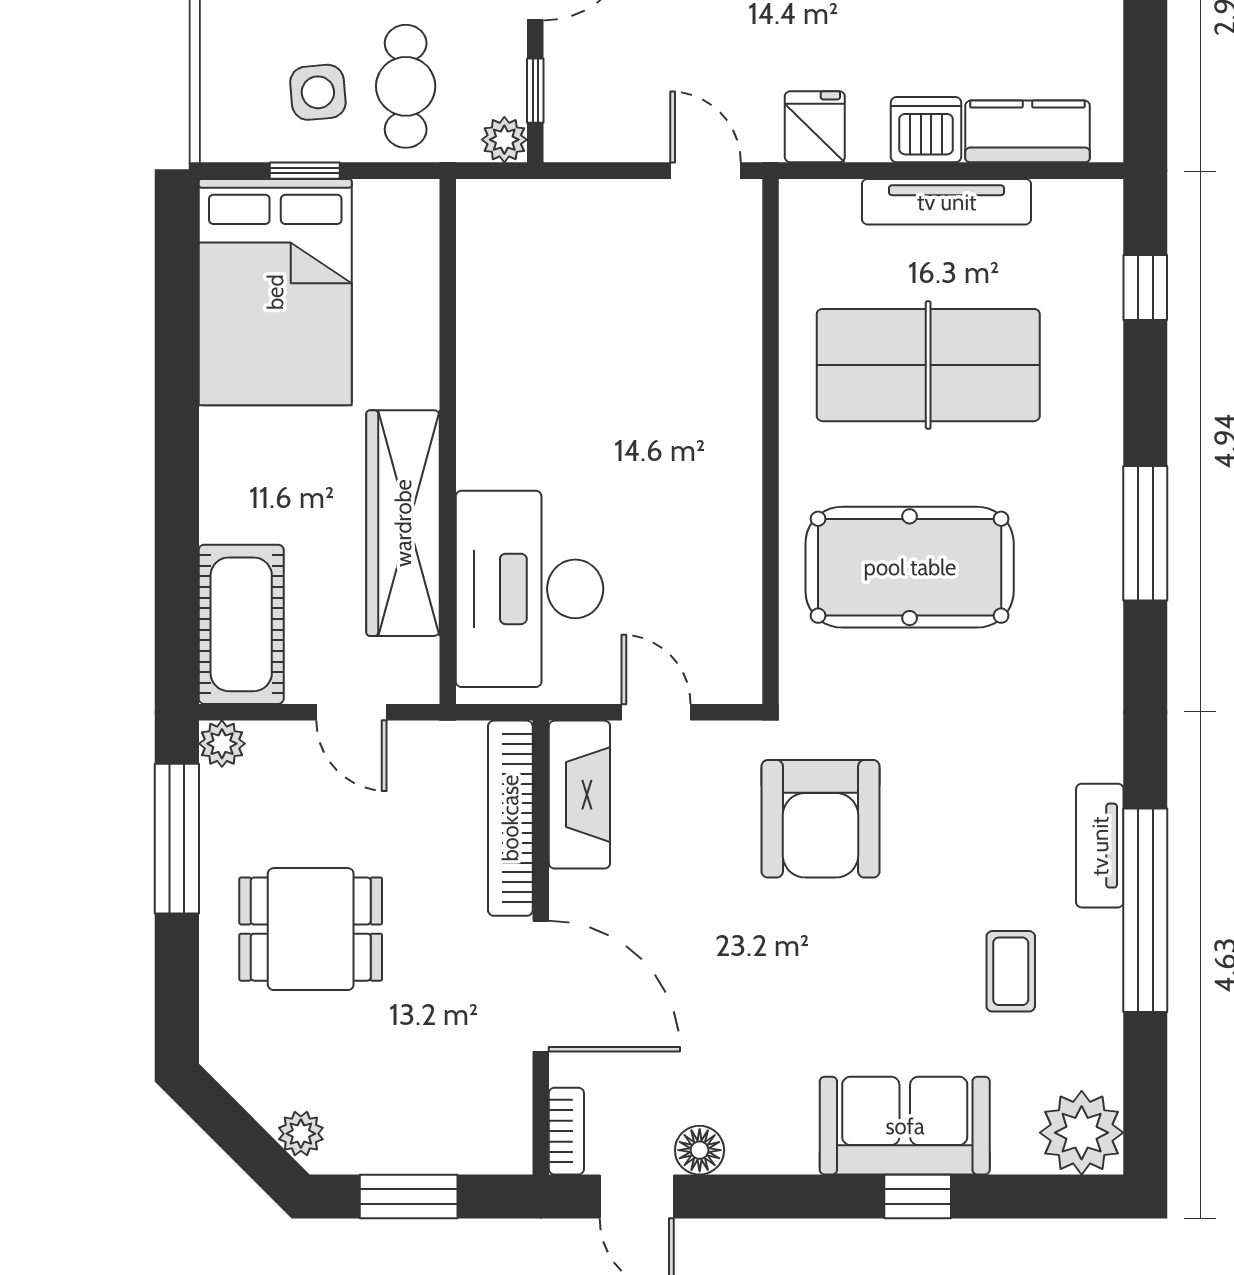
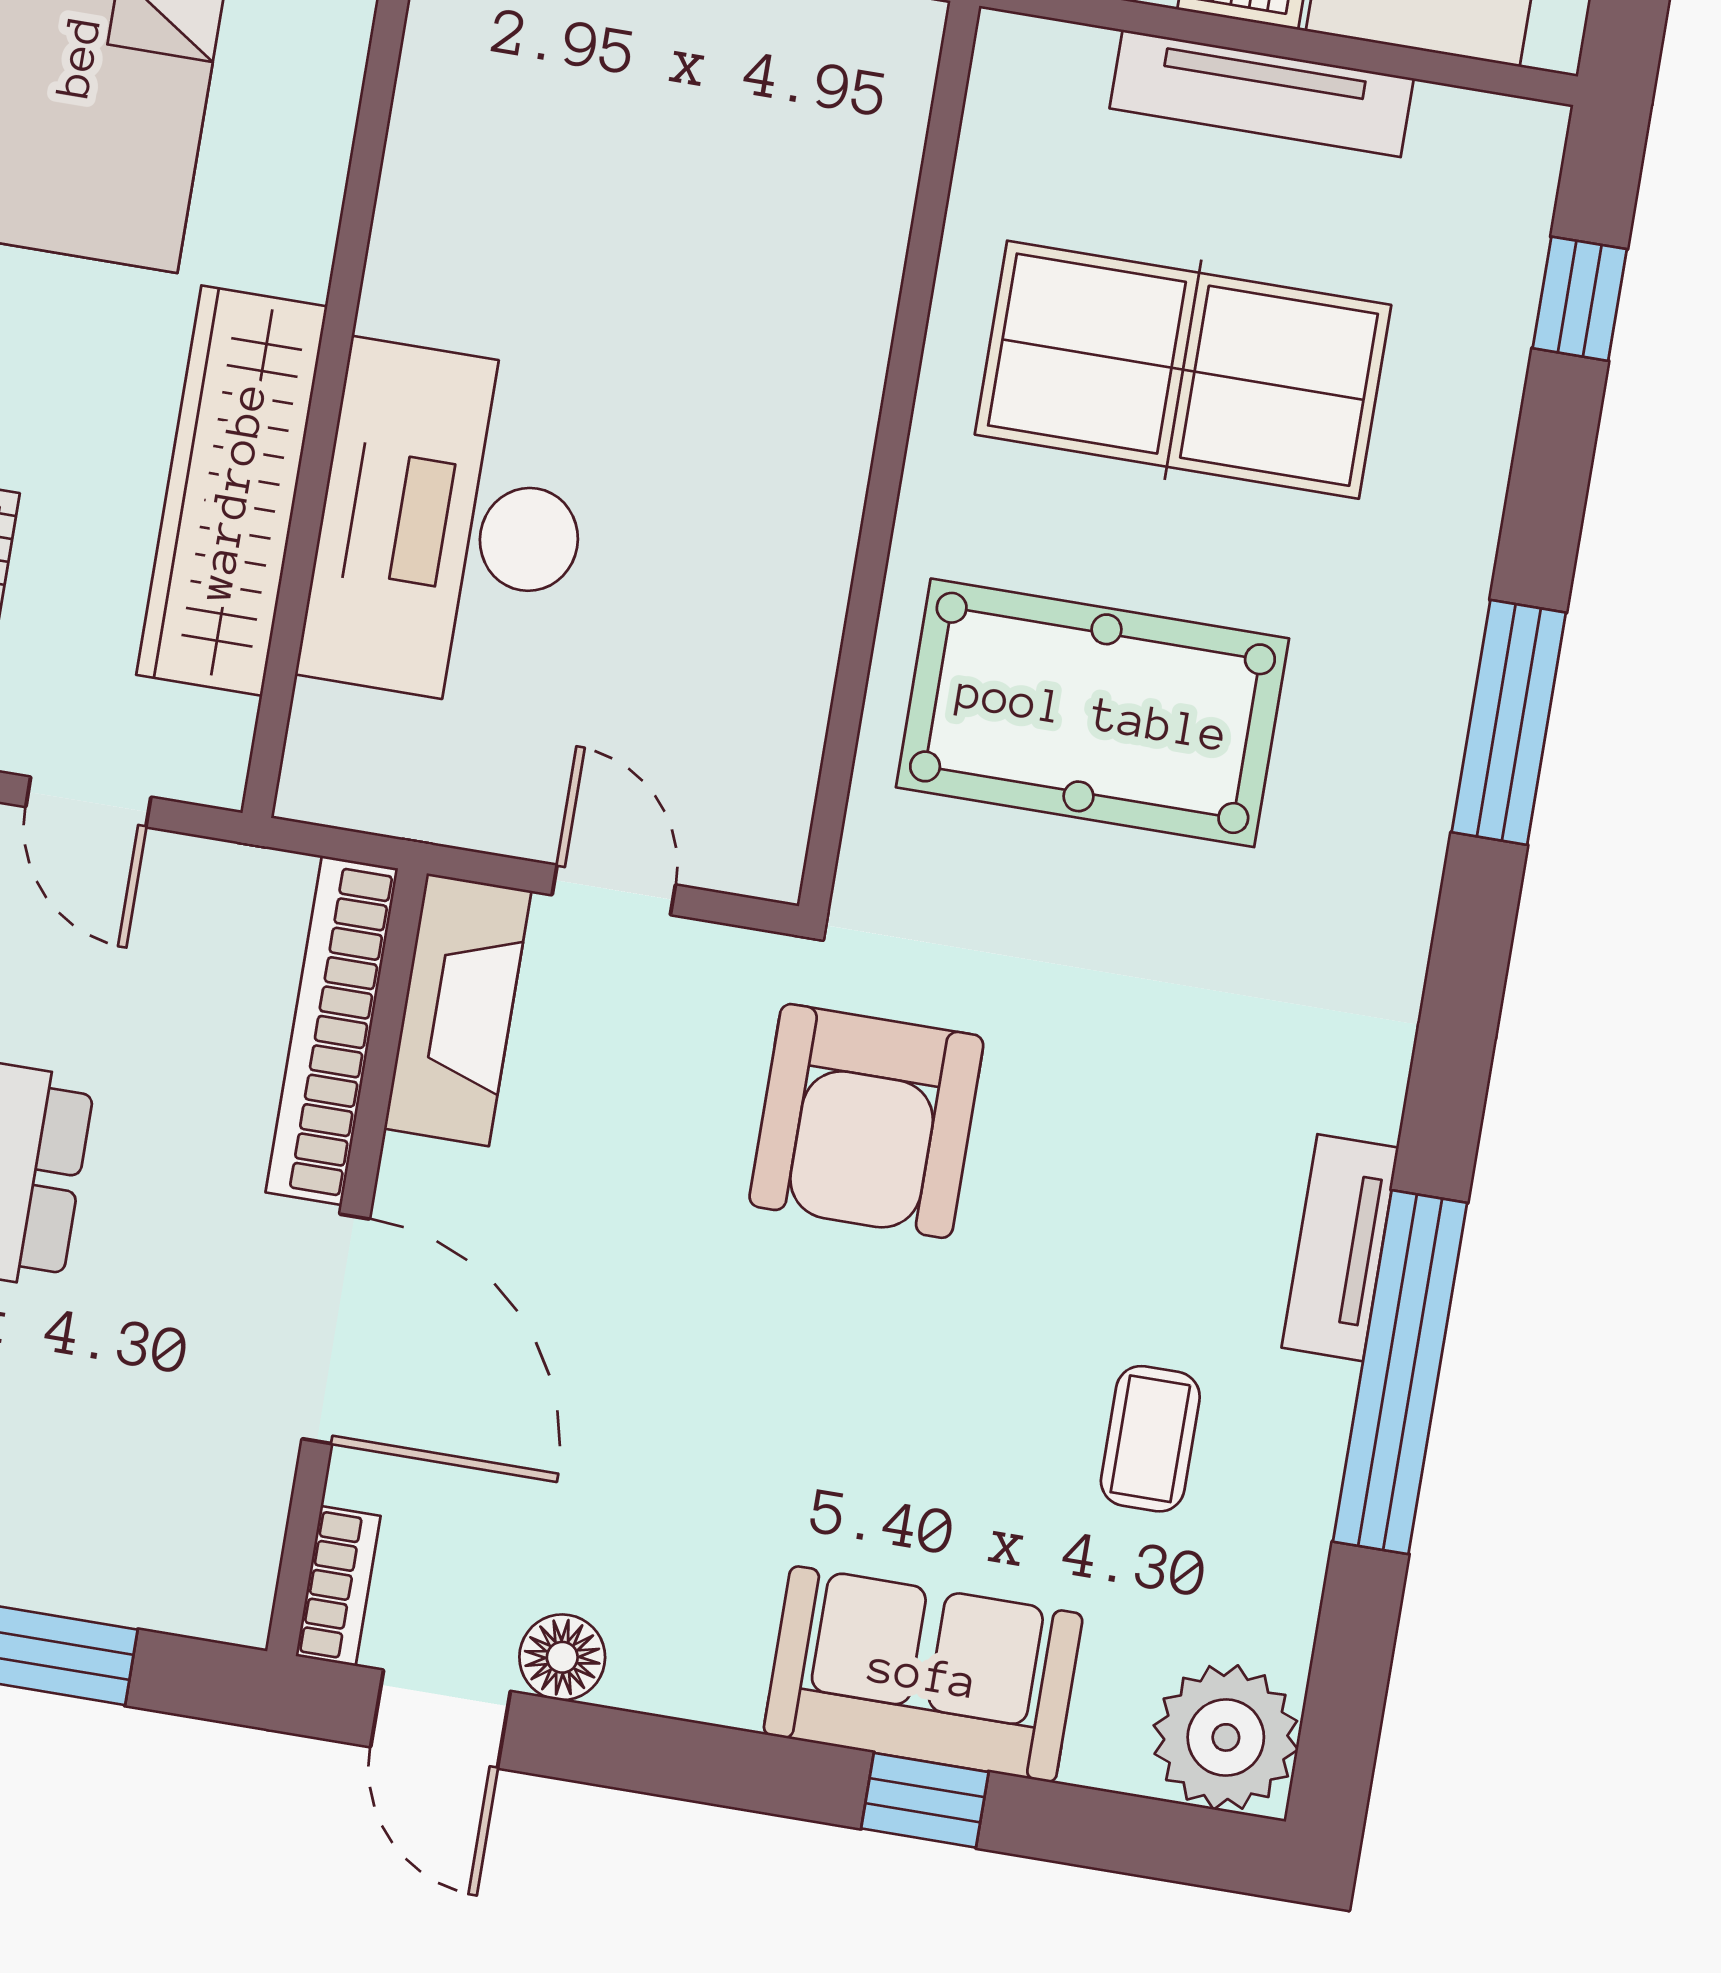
desk: (530, 589) -> (450, 526), moved

